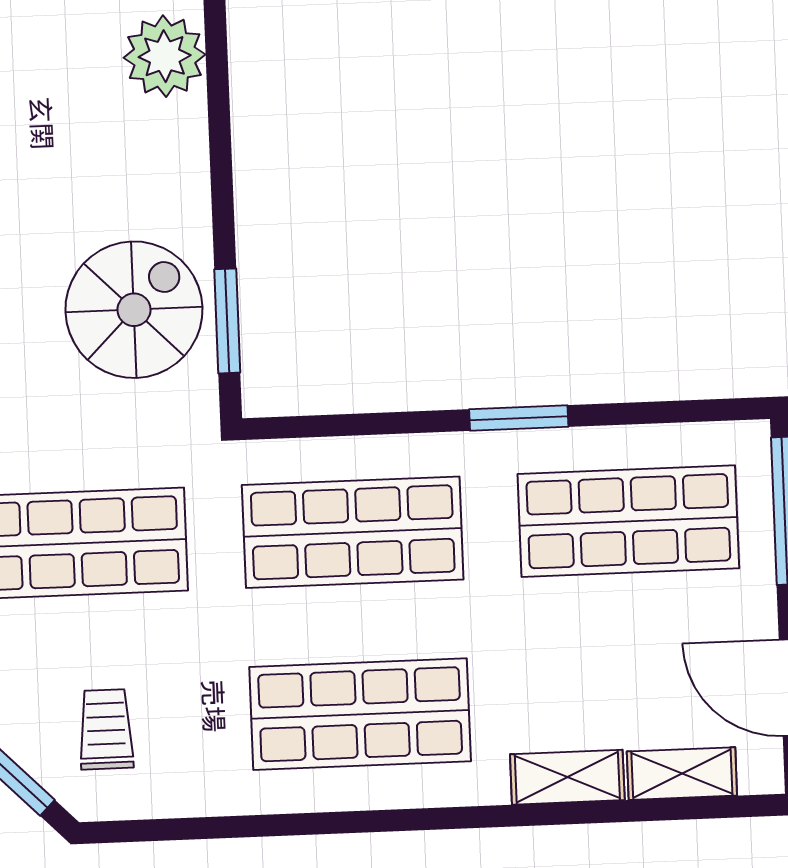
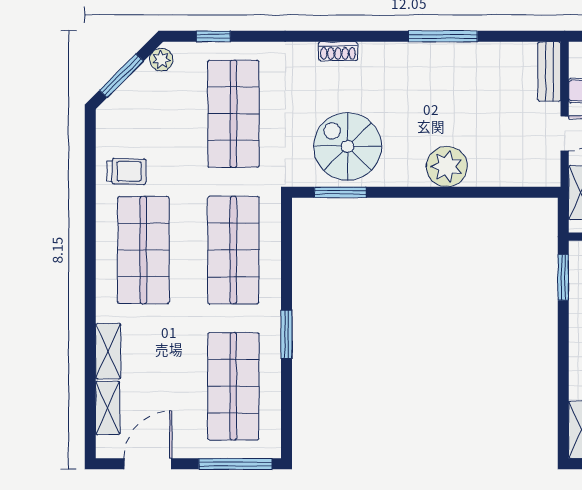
plant: (165, 56) -> (447, 167), moved
spiral stairs: (134, 310) -> (348, 146), turned 180
trolley: (106, 729) -> (126, 171), moved

